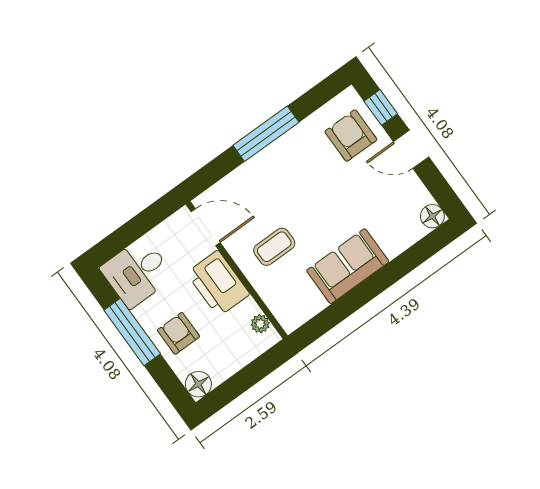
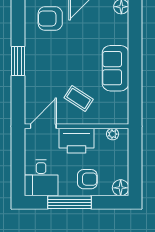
window: (266, 134) -> (18, 61), width x0.69
coffee table: (274, 247) -> (79, 98), turned -57
armchair: (179, 333) -> (87, 179), turned 180

